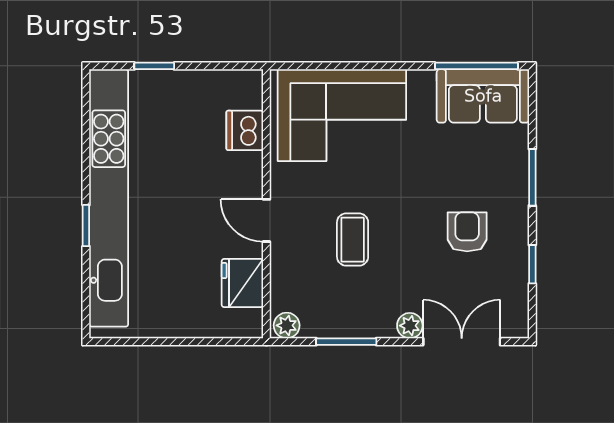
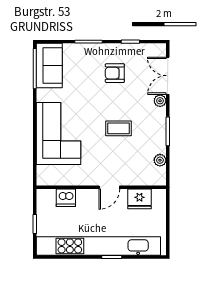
dishwasher: (245, 130) -> (66, 198), moved
wall: (266, 204) -> (101, 187), moved
door: (266, 220) -> (109, 187), moved
fridge: (242, 283) -> (139, 199), moved

